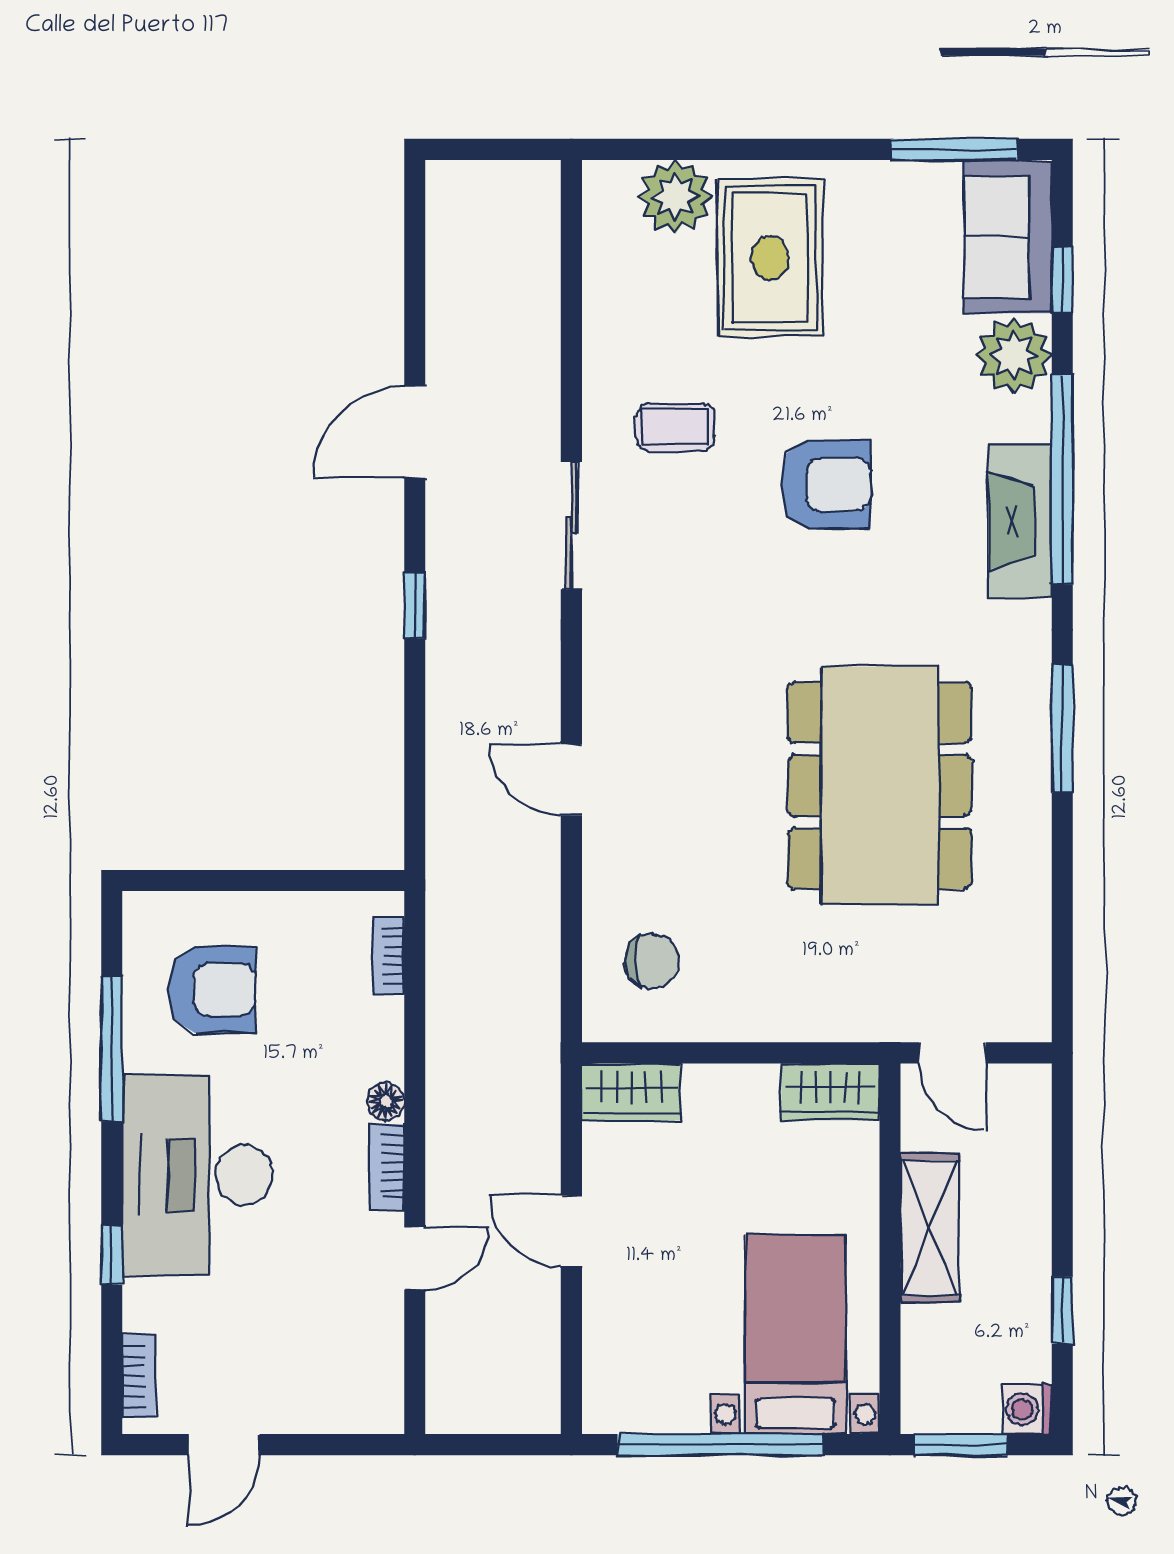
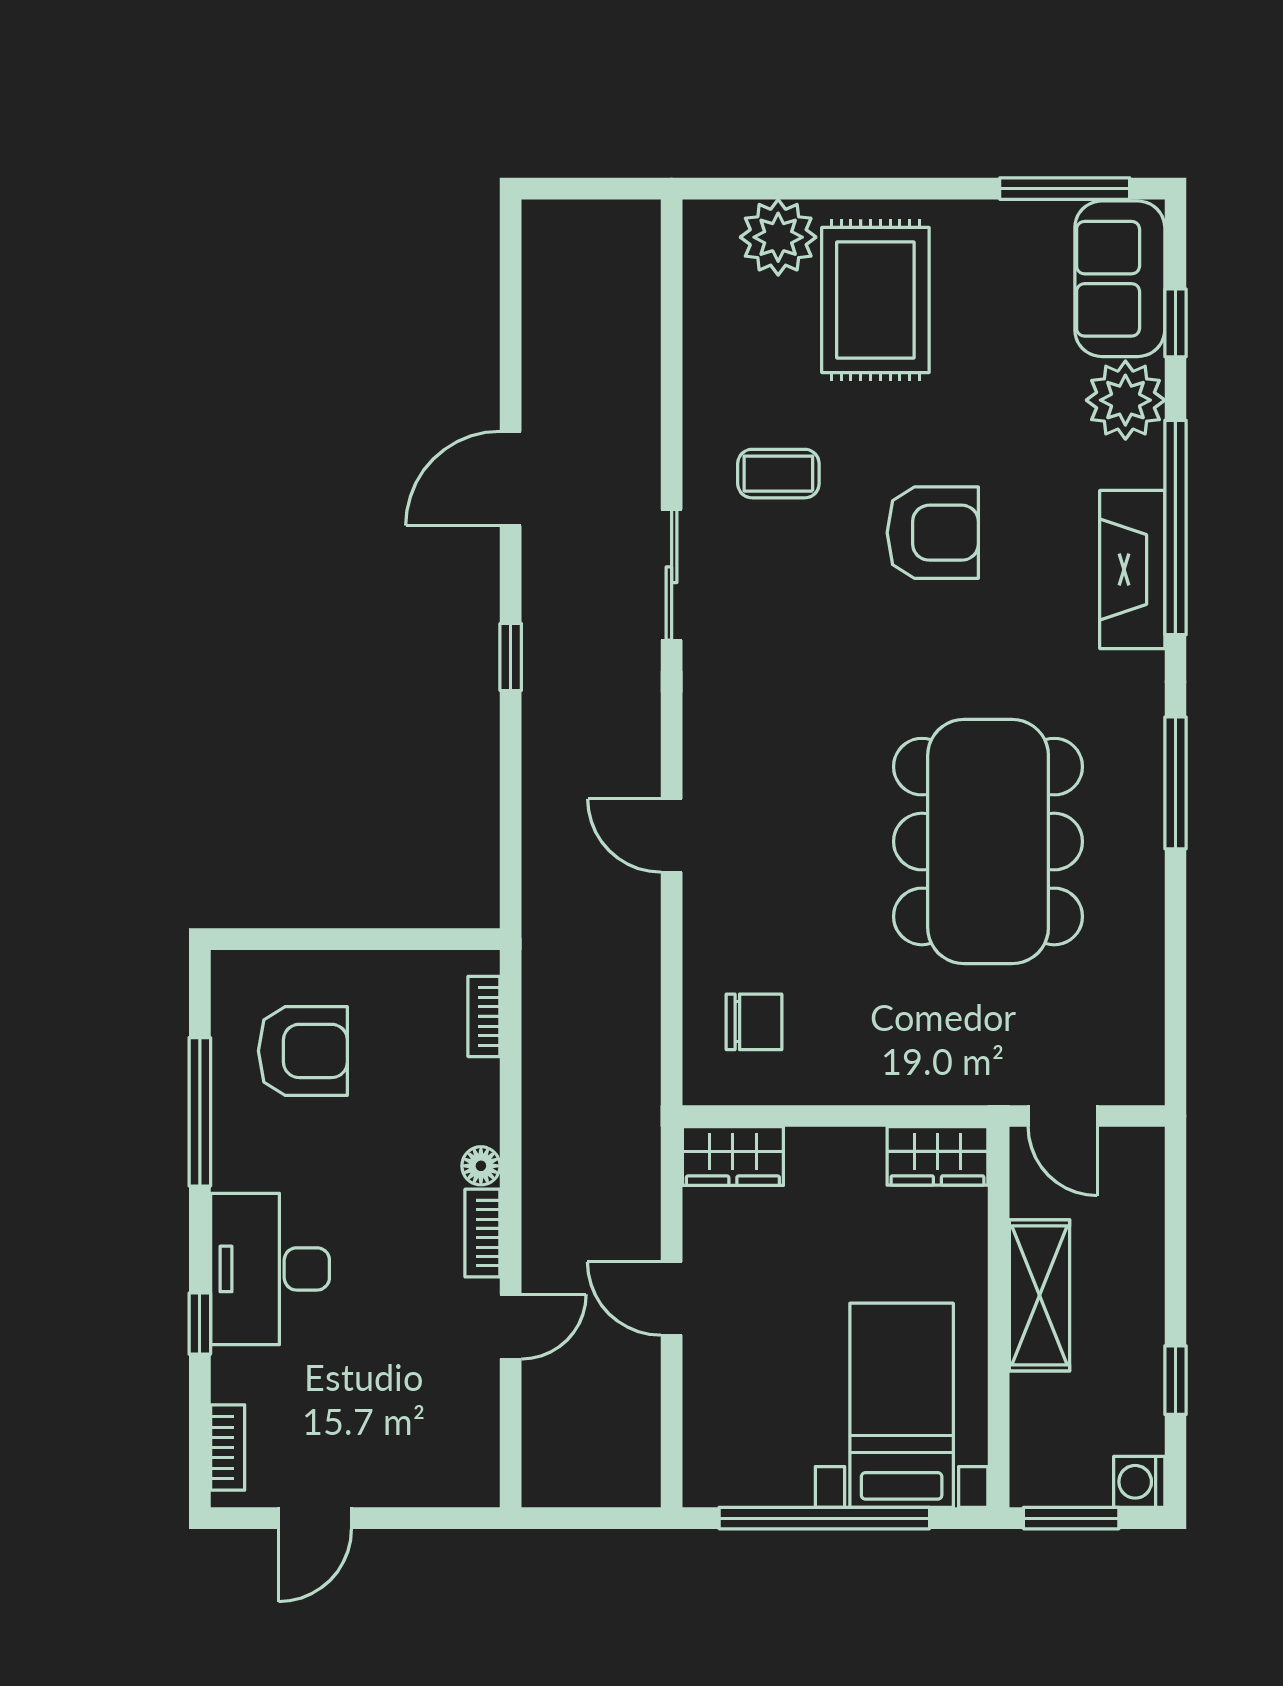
desk: (198, 1175) -> (270, 1269), width x0.73, depth x0.77

